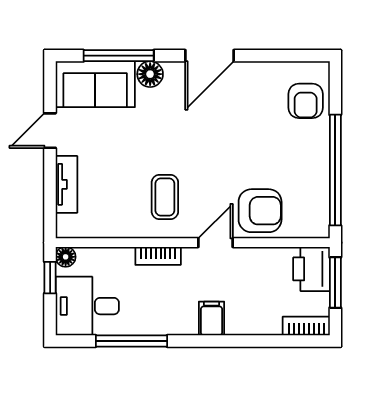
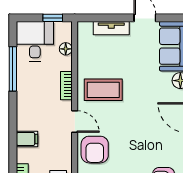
coffee table: (165, 197) -> (103, 90), width x1.36, depth x1.30
floor lamp: (66, 257) -> (66, 49), moved
filing cabinet: (211, 318) -> (27, 139), moved

